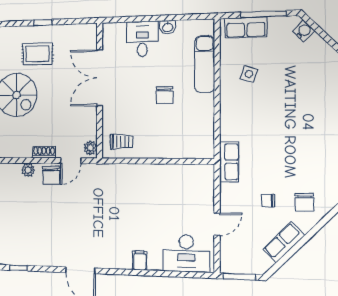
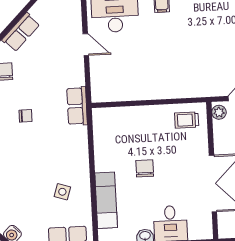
chair: (268, 201) -> (25, 116), moved
door: (217, 224) -> (86, 45), swing flipped

